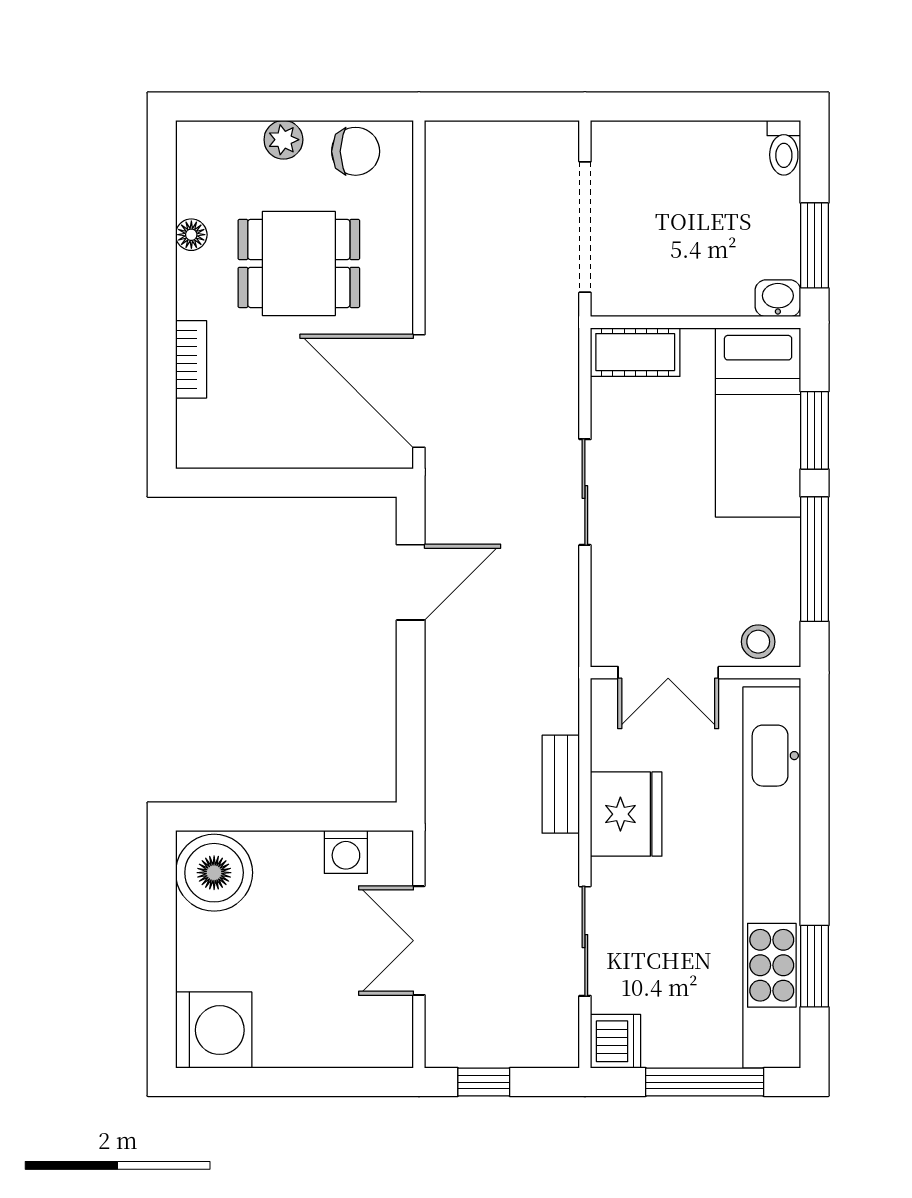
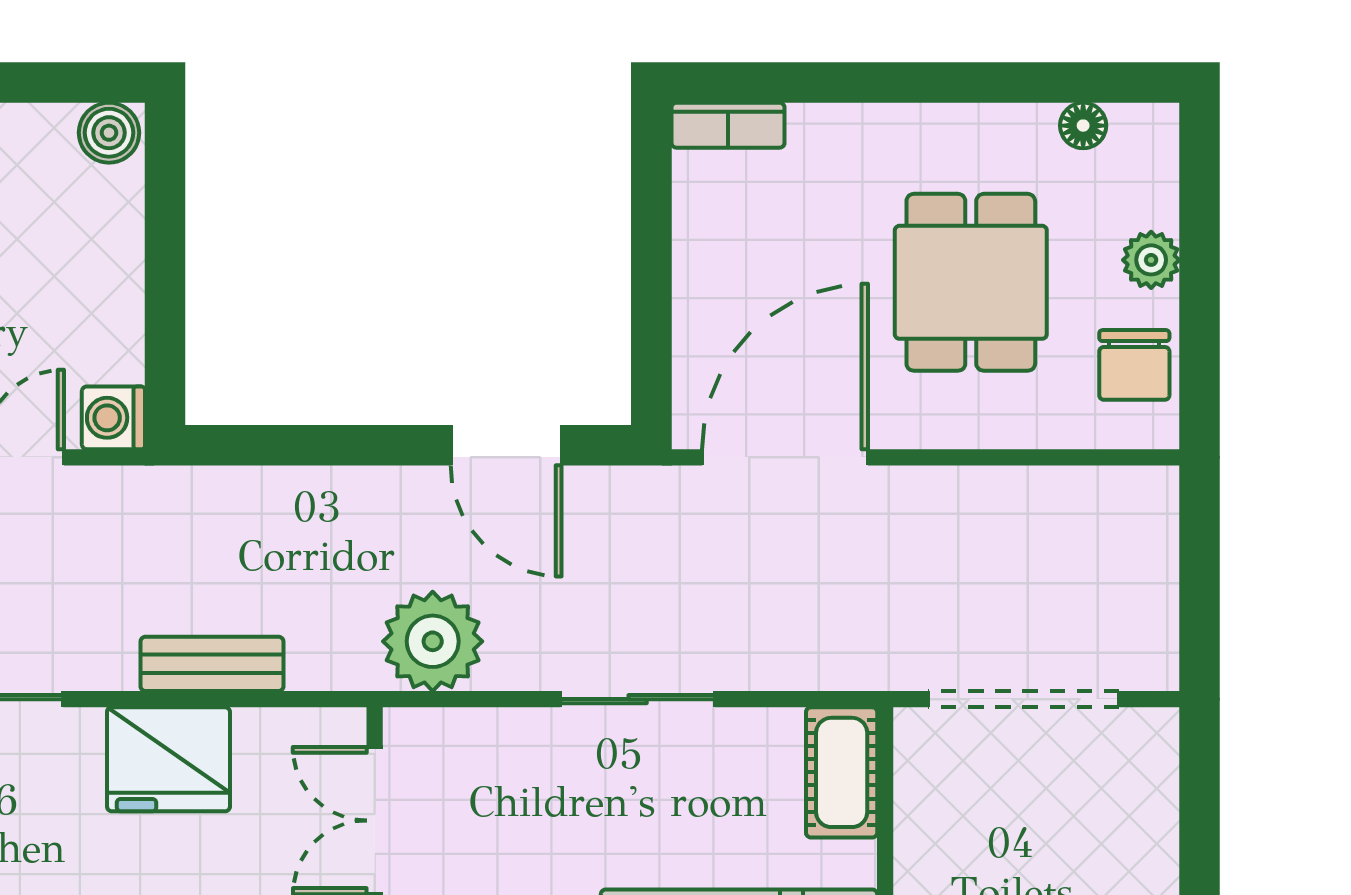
floor lamp: (191, 235) -> (1083, 126), moved
bookcase: (191, 359) -> (728, 125), moved
plant: (545, 633) -> (433, 641), added
washing machine: (346, 852) -> (113, 418), moved
boiler: (214, 873) -> (109, 133), width x0.54, depth x0.54

